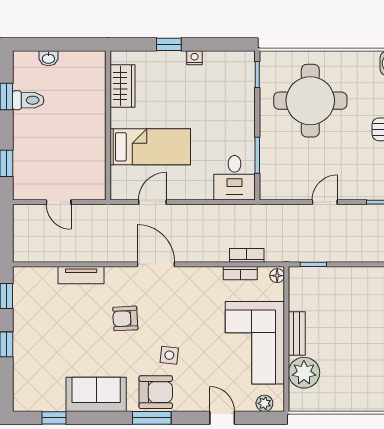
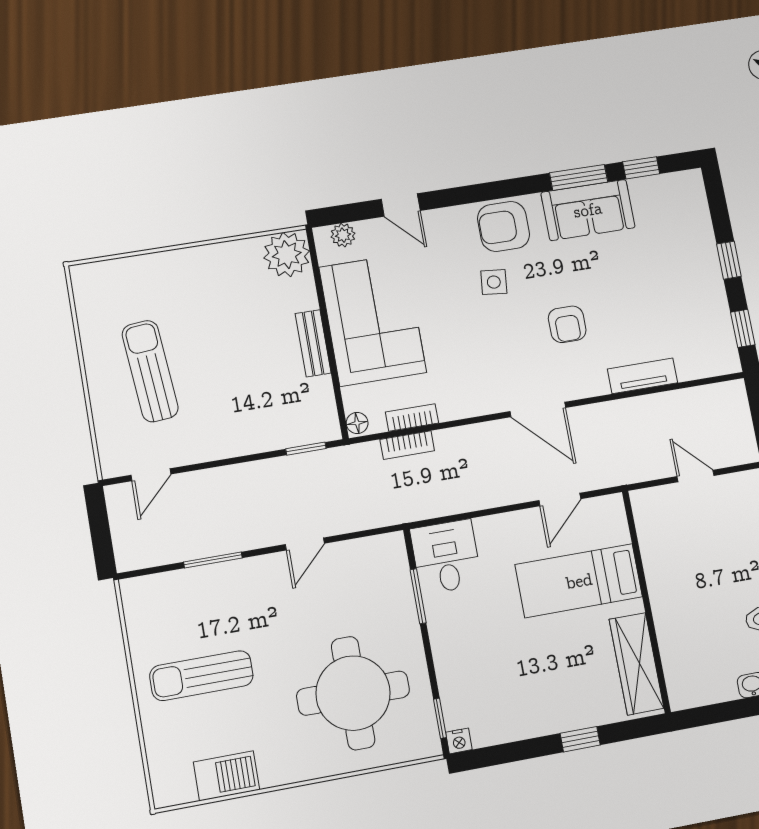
nightstand: (195, 58) -> (459, 741), moved
wardrobe: (122, 86) -> (637, 664), width x1.50
armchair: (125, 318) -> (567, 324), turned 93
plant: (304, 373) -> (287, 255), moved
window: (152, 418) -> (579, 177), moved

